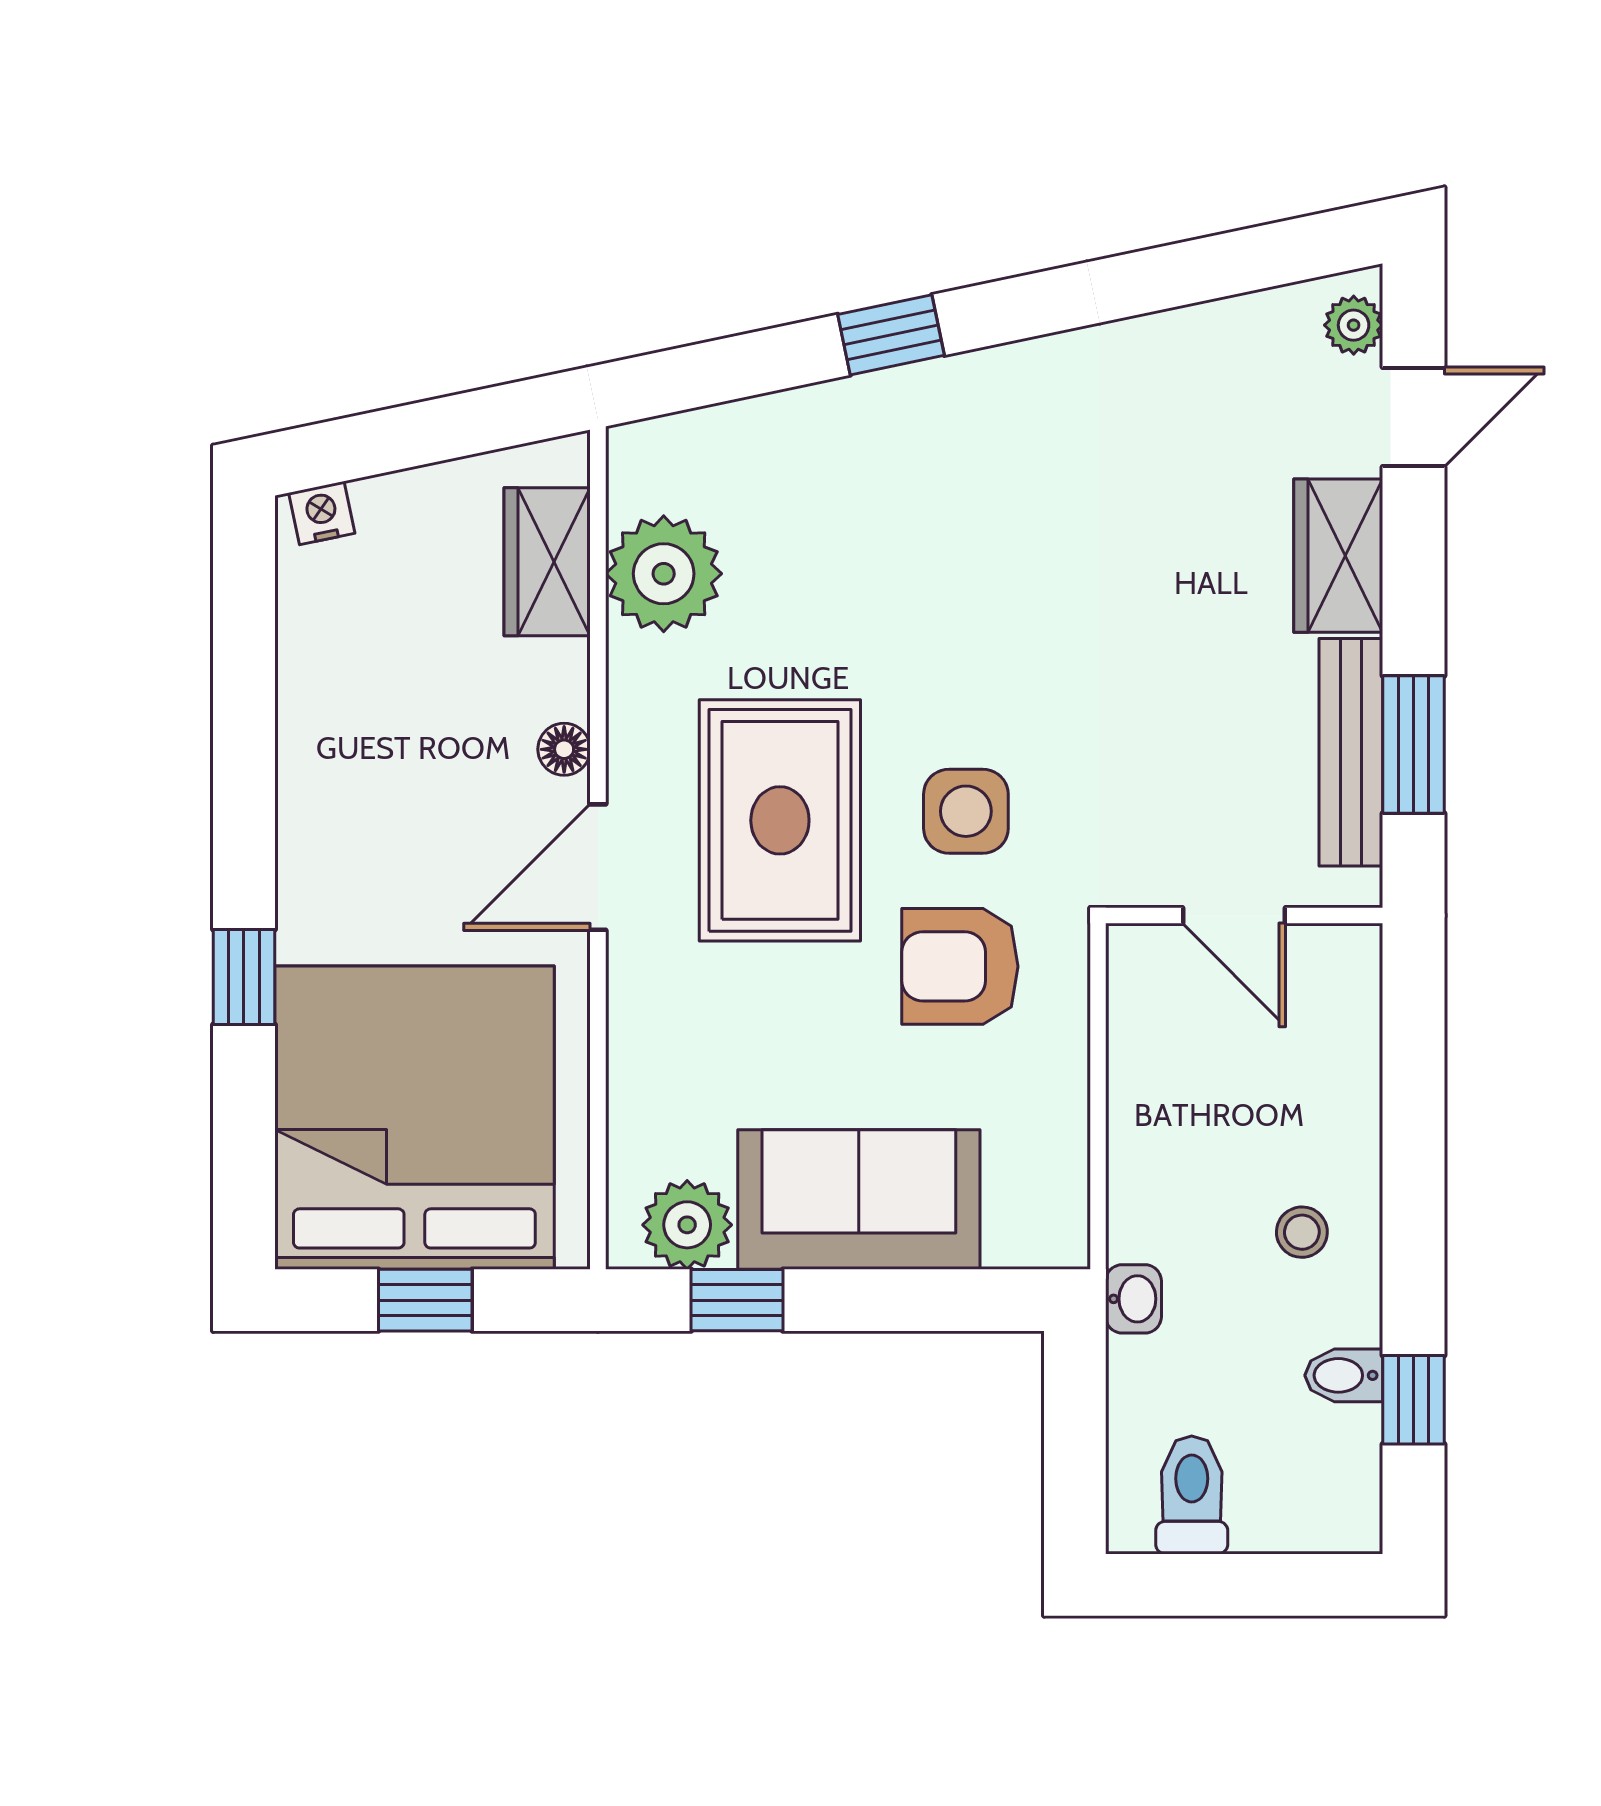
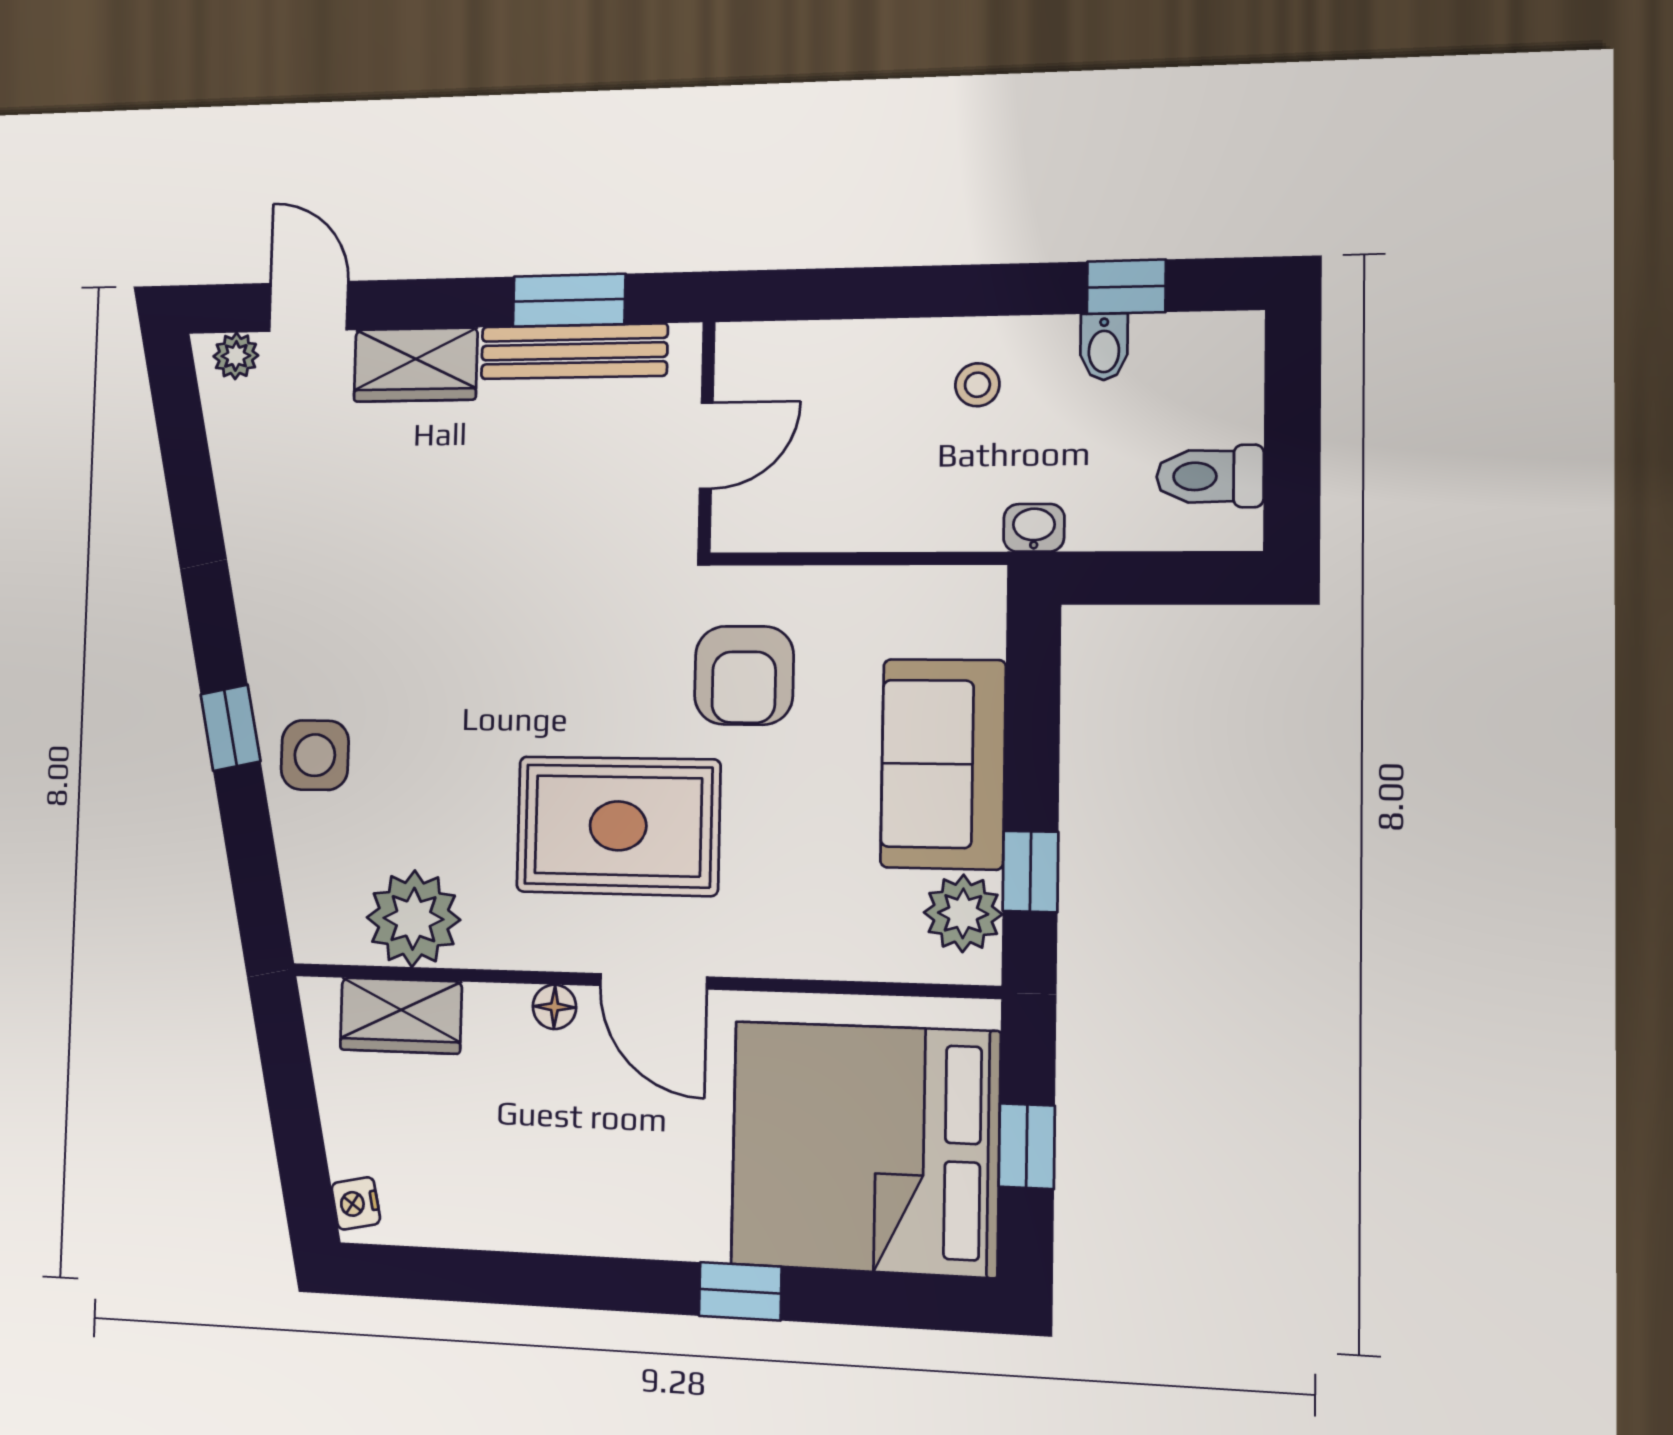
side table: (966, 811) -> (315, 755), moved

